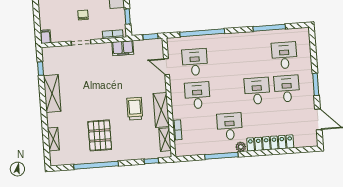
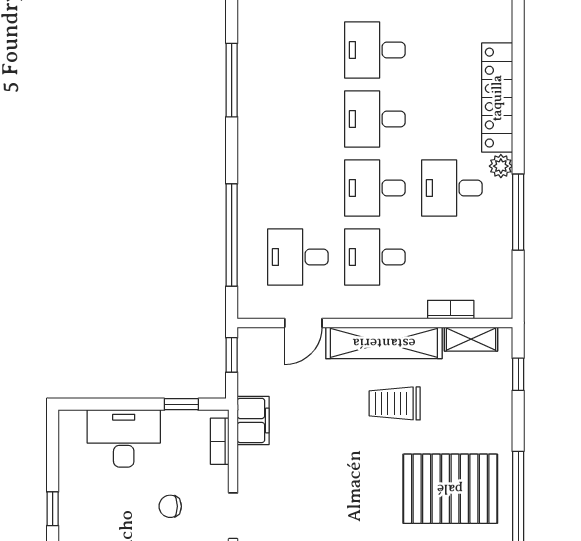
desk: (284, 55) -> (375, 188), moved
shelving: (161, 110) -> (384, 343), width x1.47
pallet: (100, 135) -> (450, 489), width x1.37, depth x1.41

